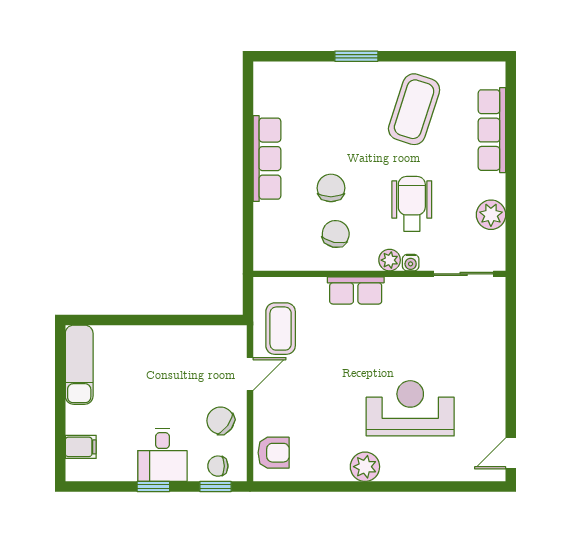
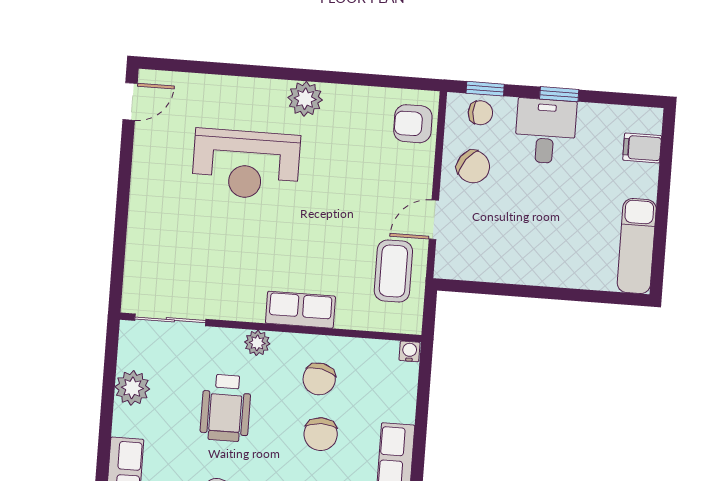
water cooler: (411, 263) -> (410, 351), moved

